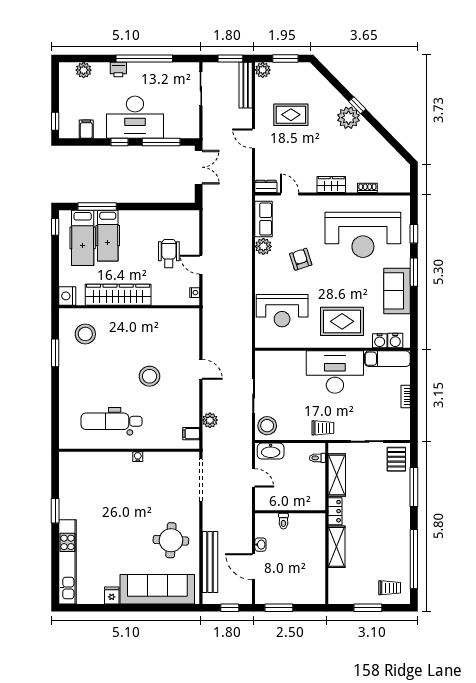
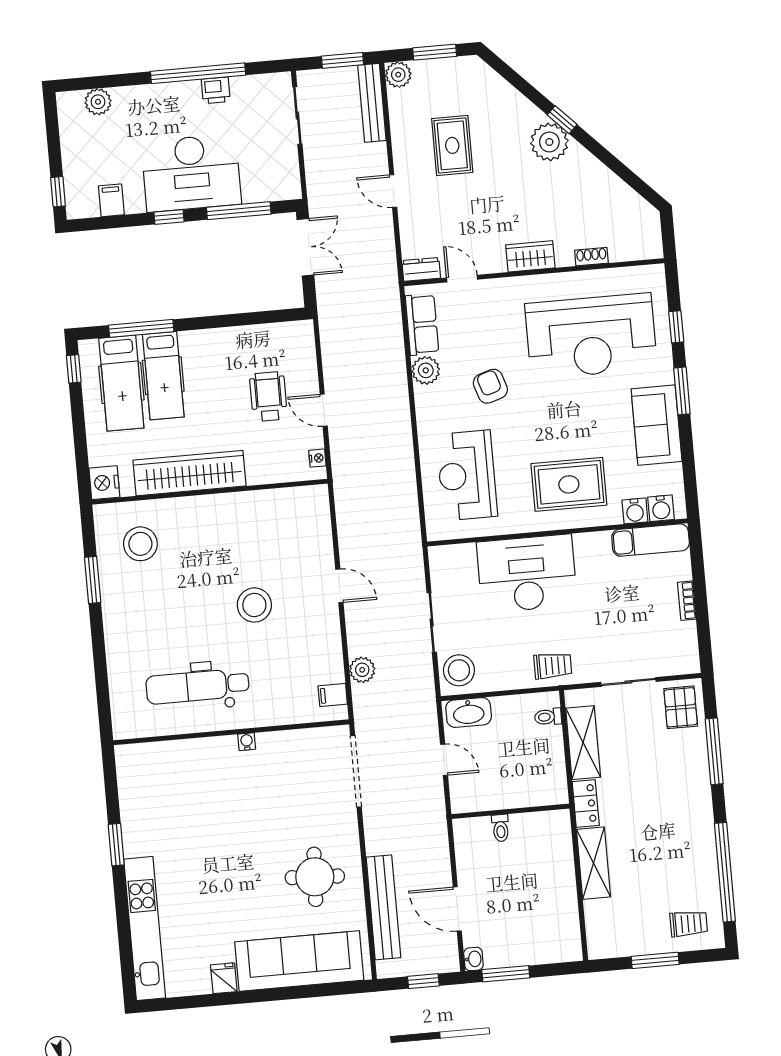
printer: (118, 70) -> (216, 90), moved
rug: (291, 115) -> (452, 145), turned 90
reception desk: (282, 311) -> (467, 475), turned 90
desk: (335, 372) -> (527, 574), moved
washbasin: (260, 545) -> (473, 959), moved

